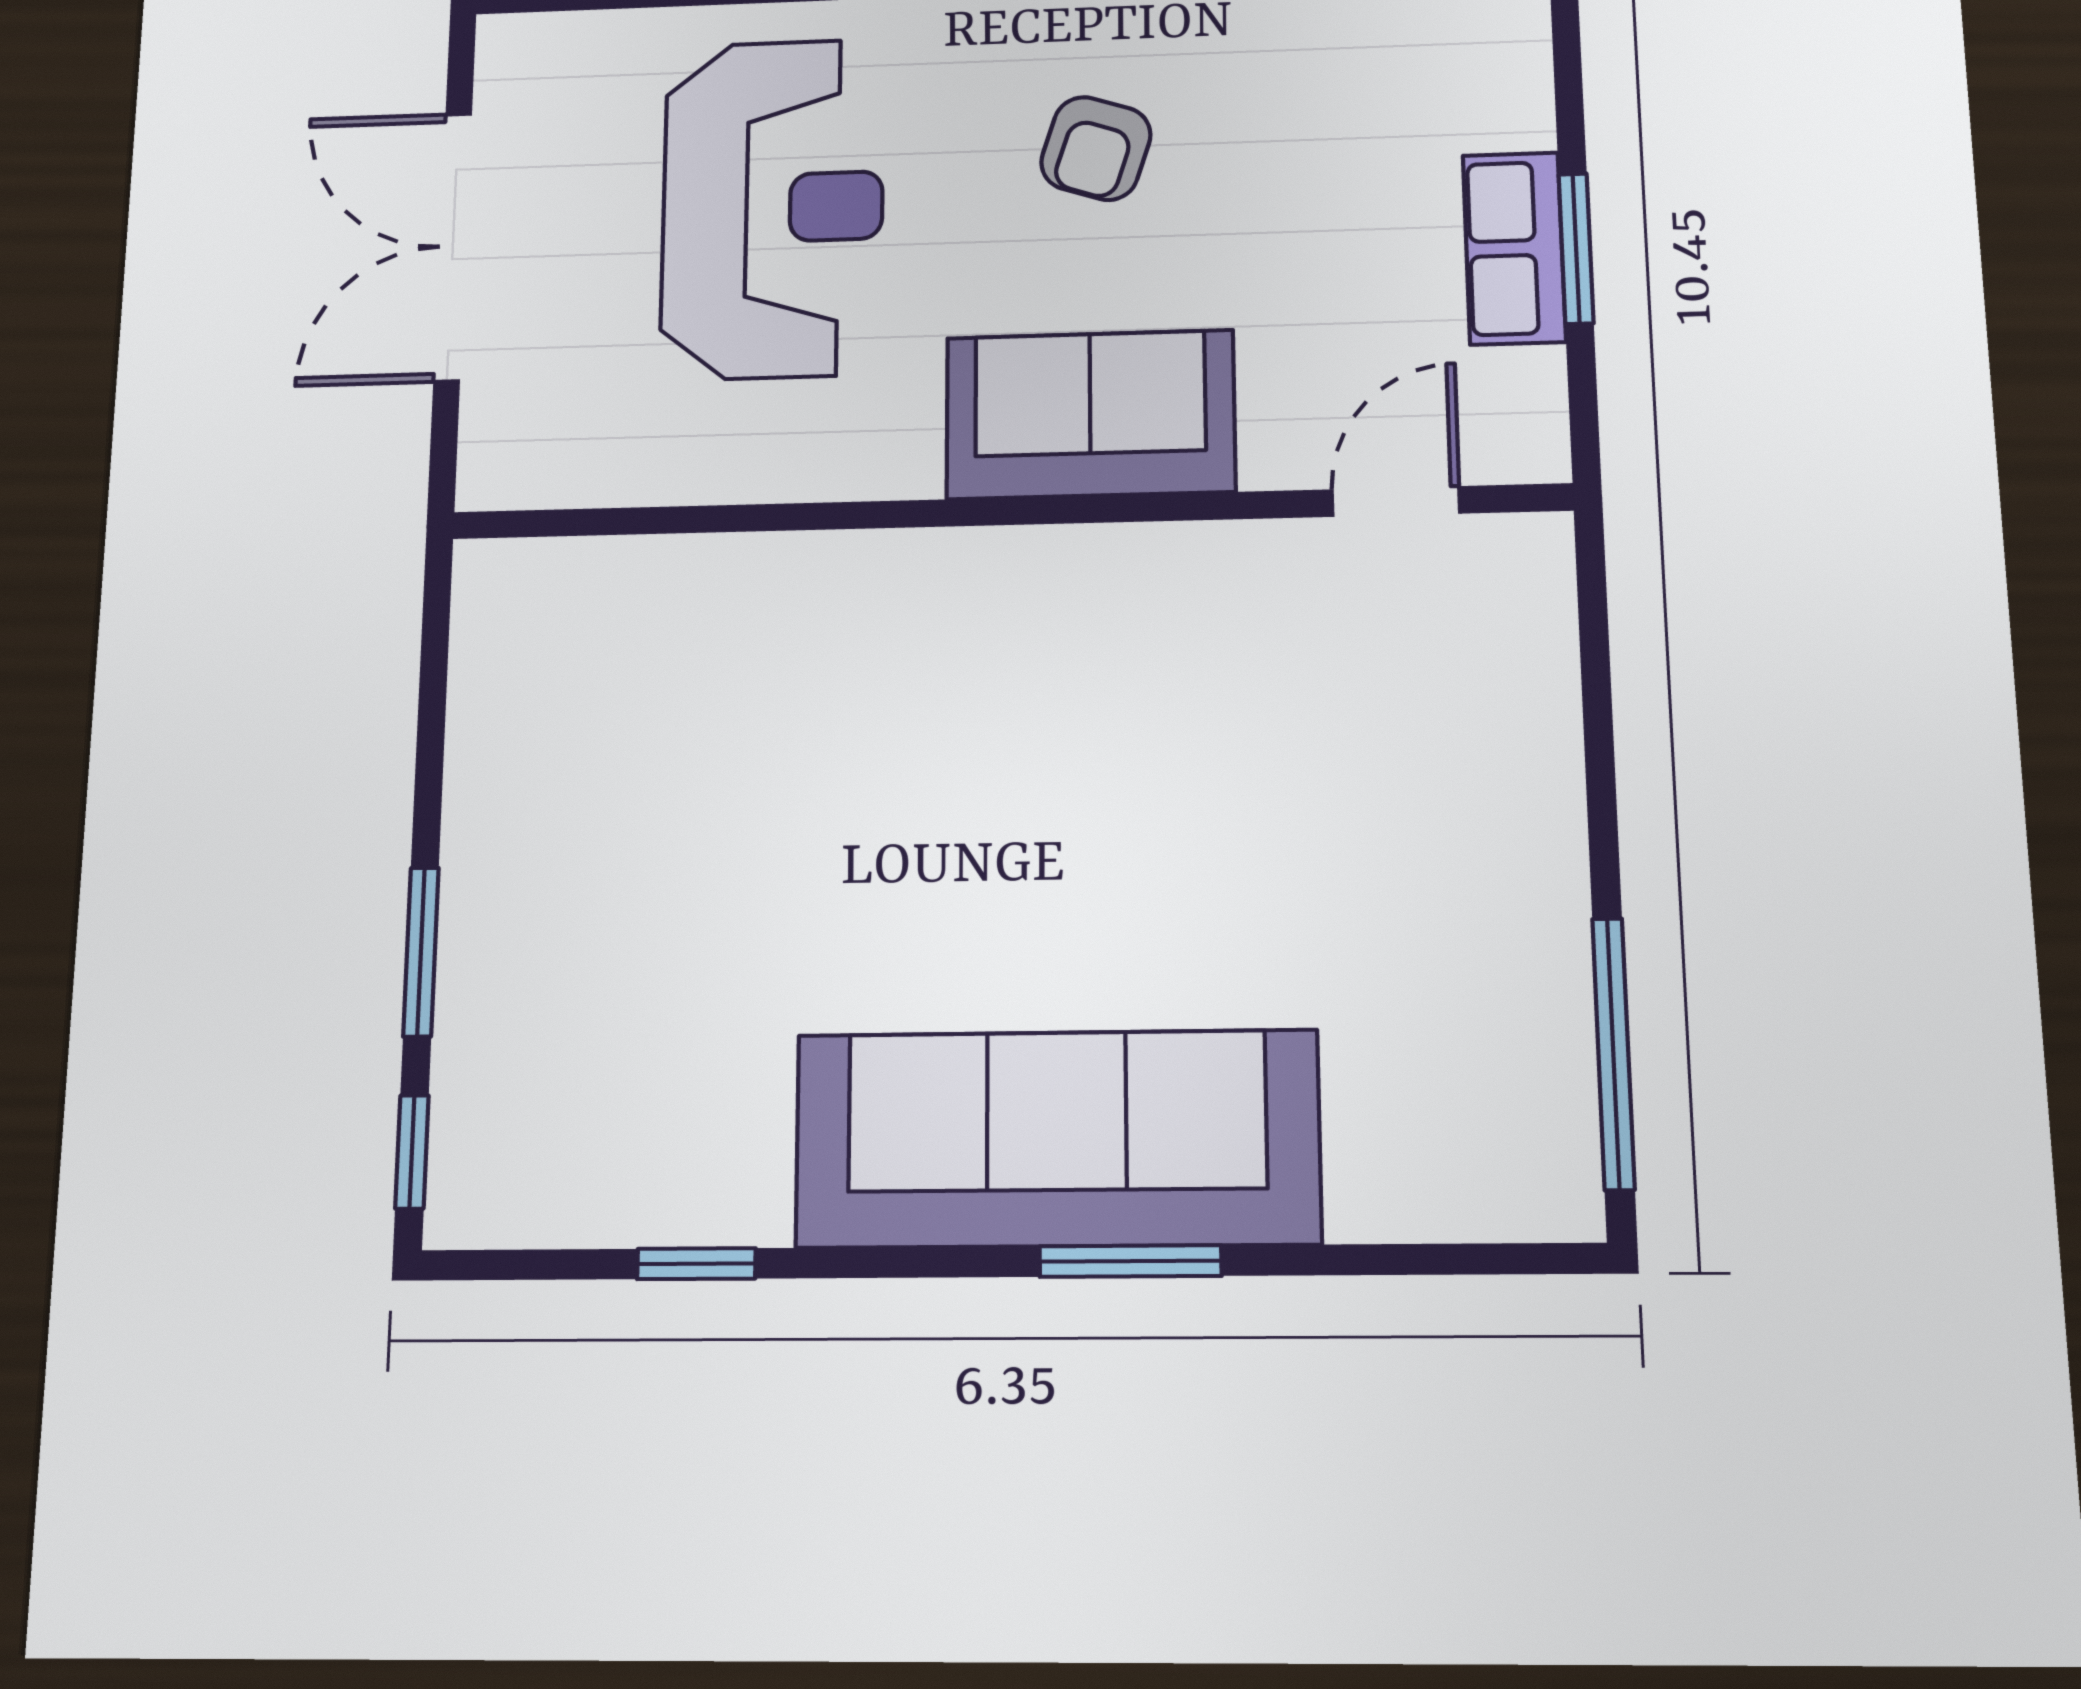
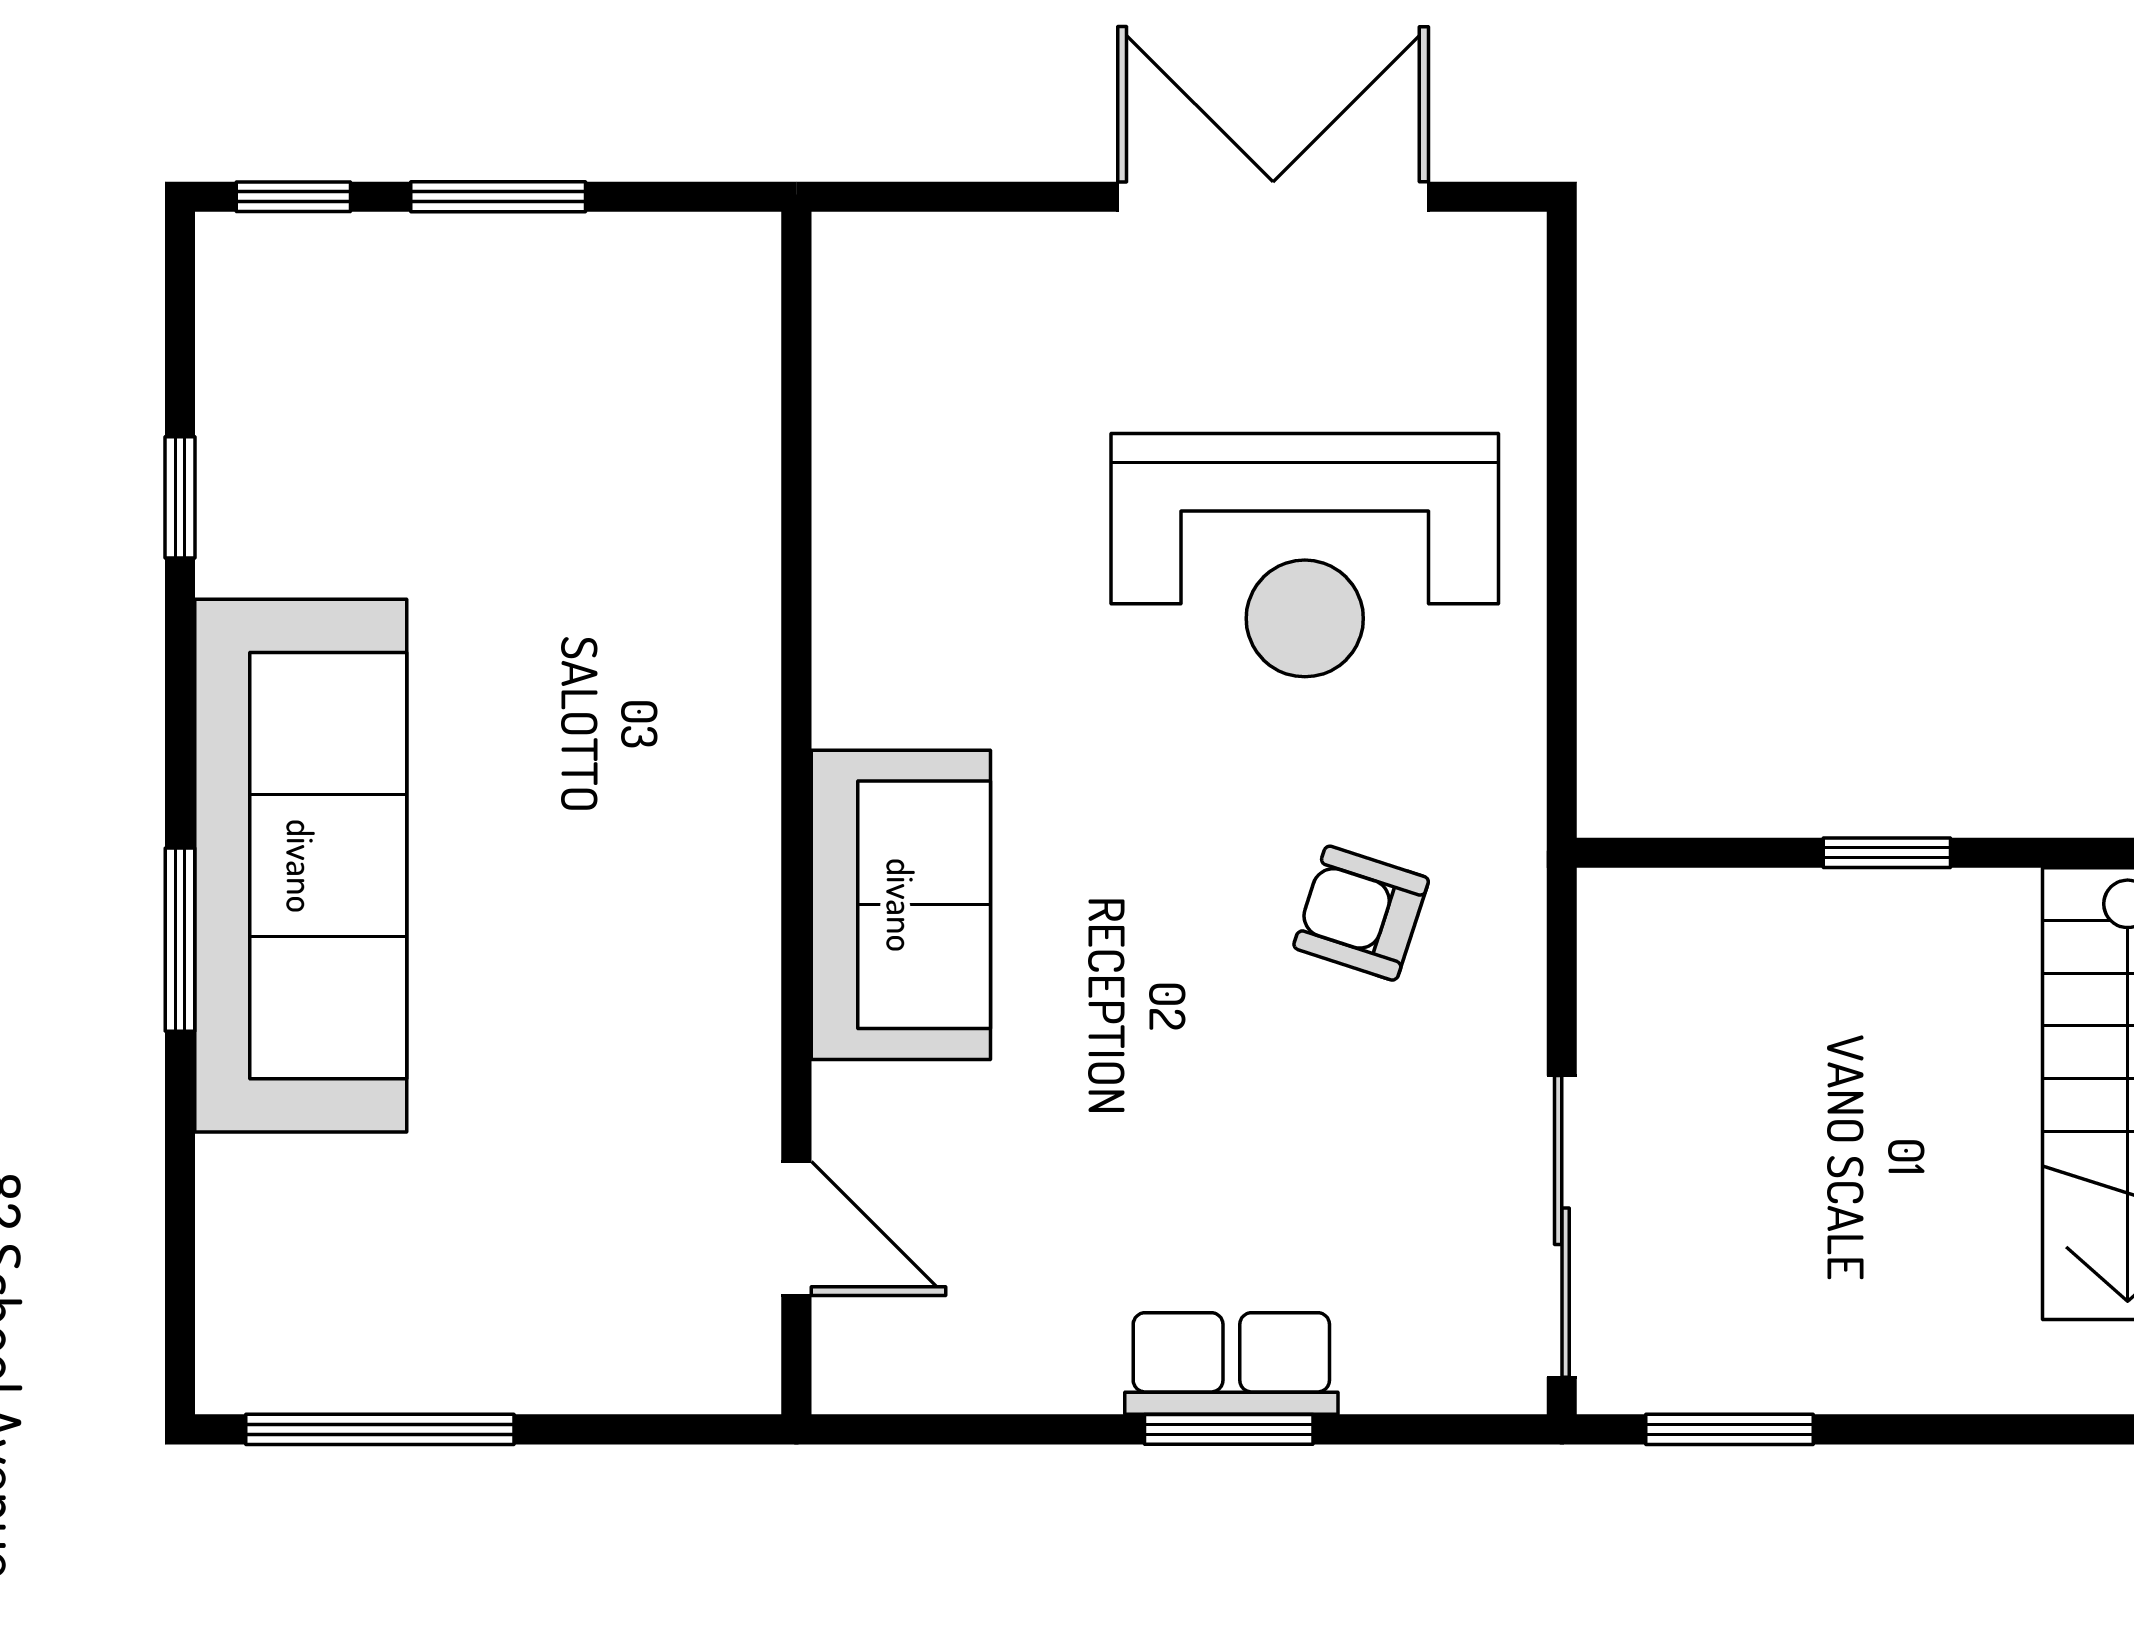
sofa: (1090, 414) -> (901, 905), moved
door: (1396, 501) -> (796, 1228), moved
wall: (1005, 511) -> (796, 813), moved

